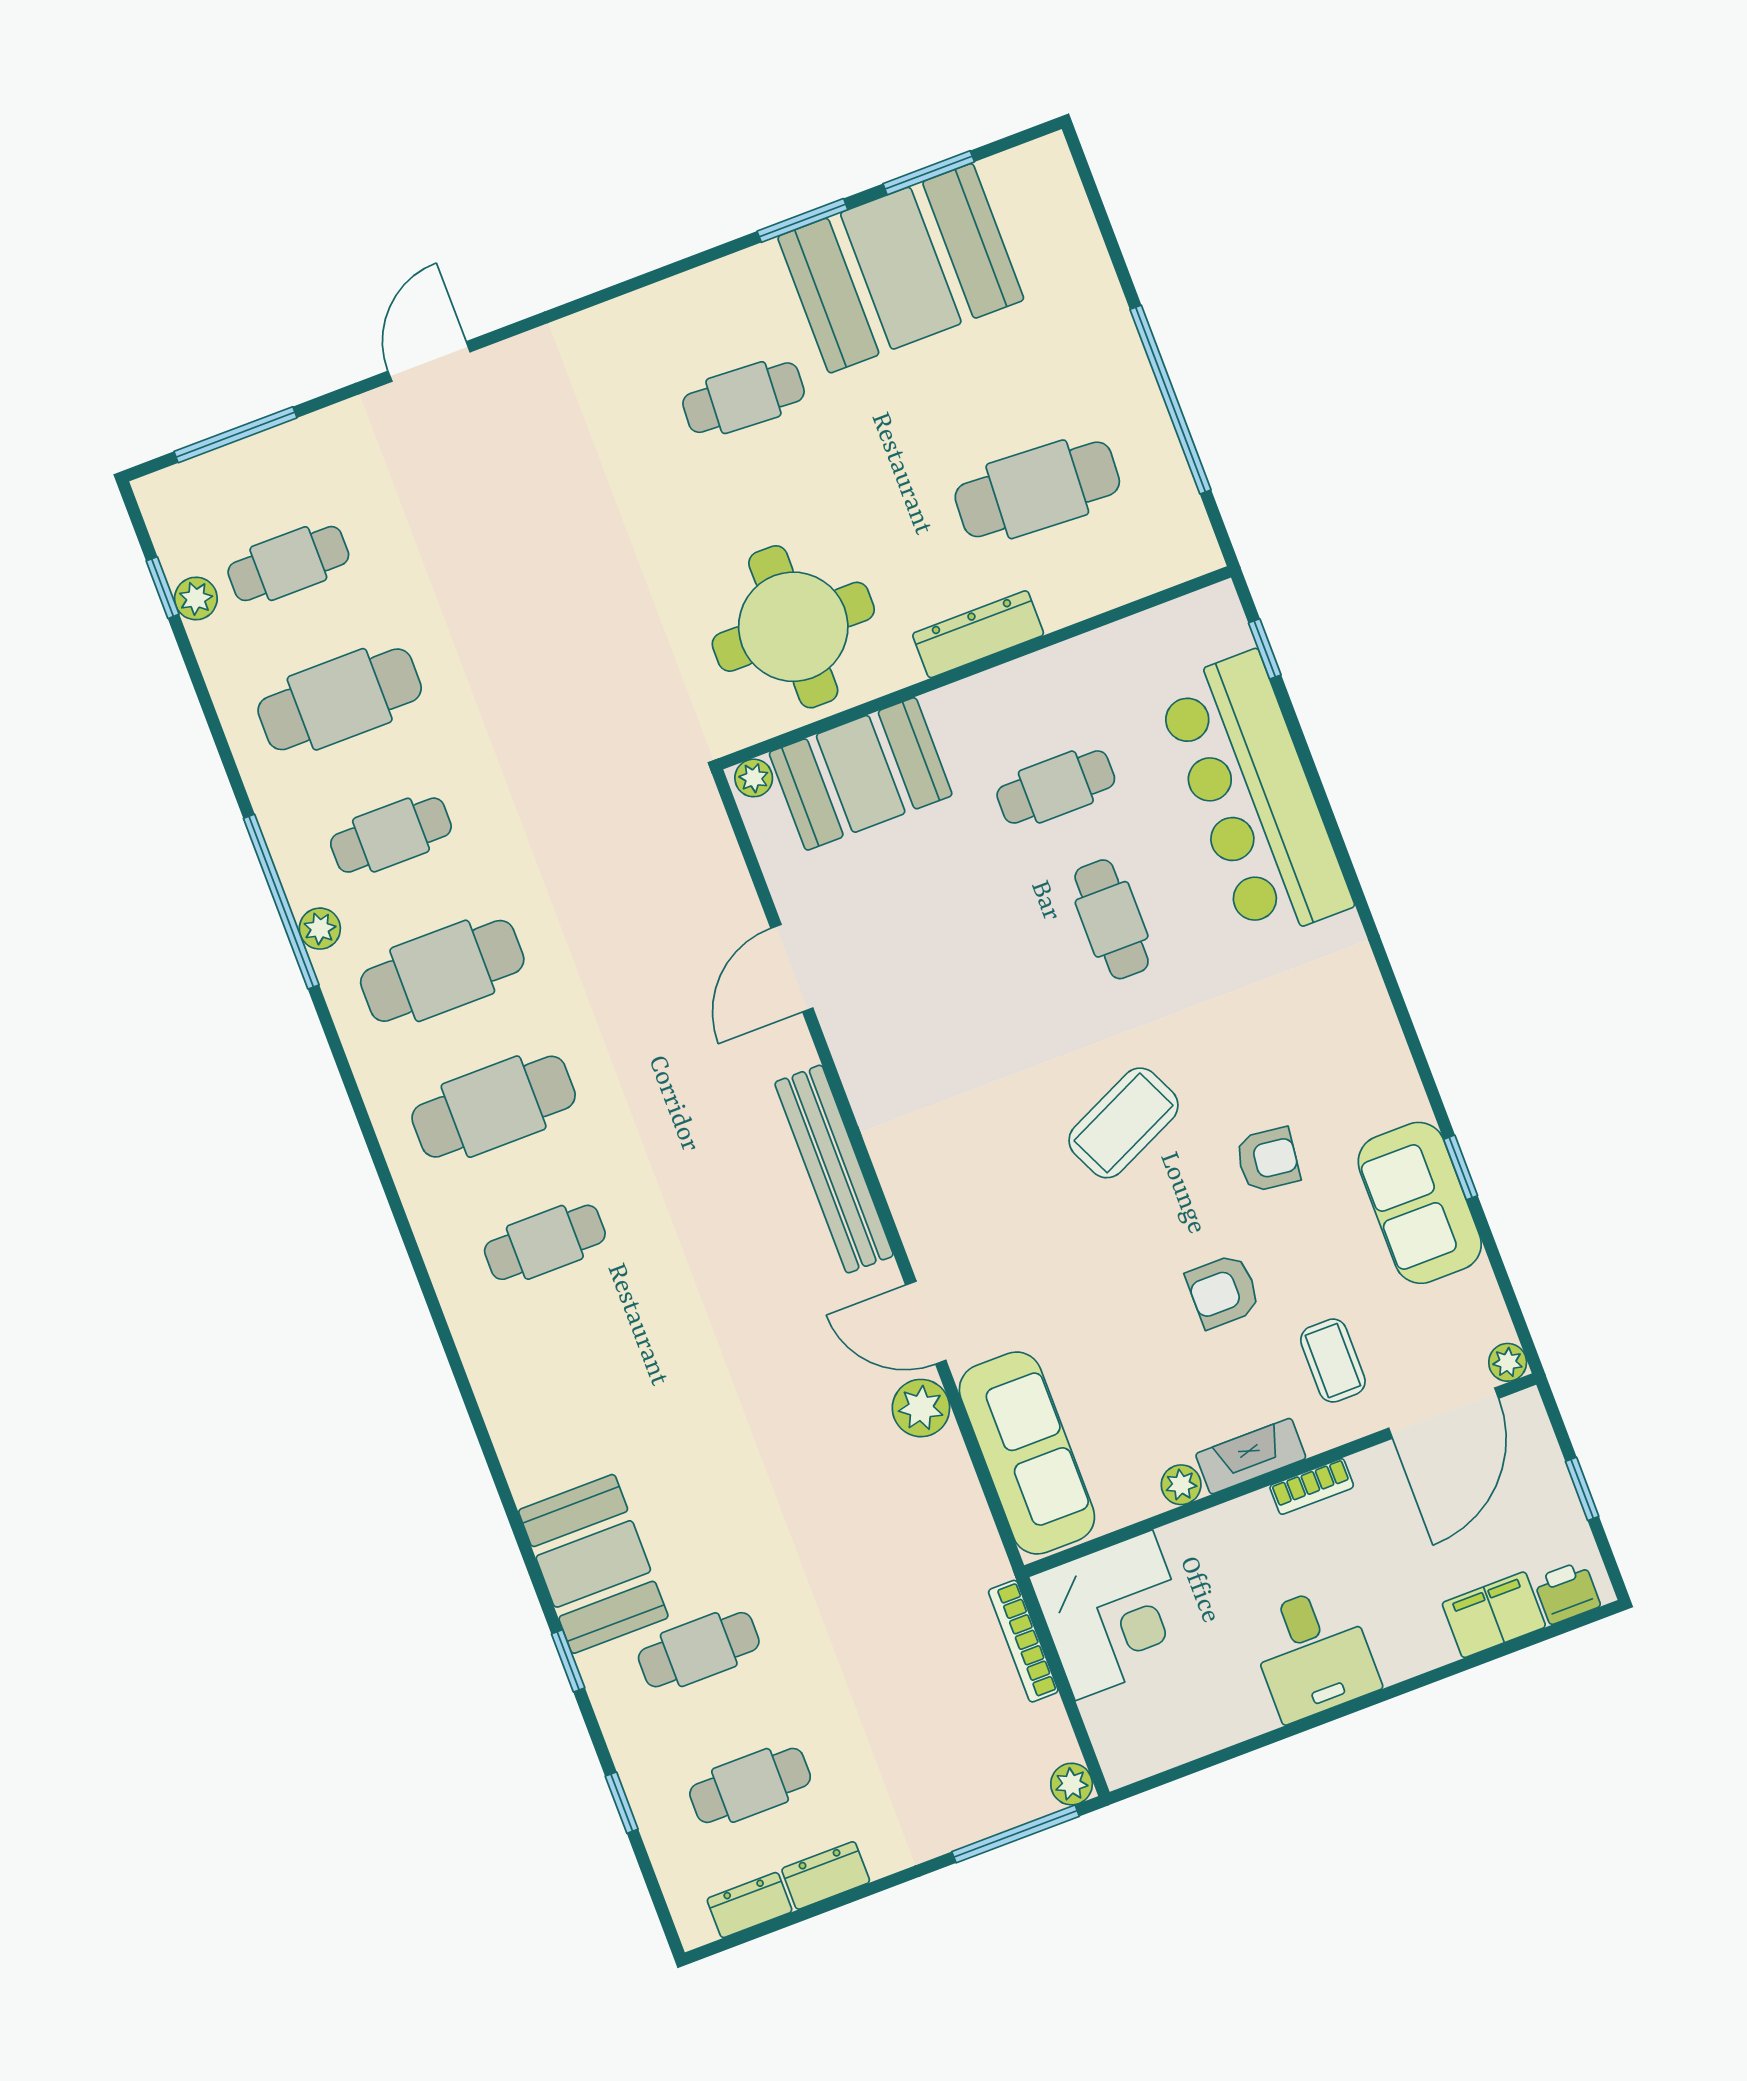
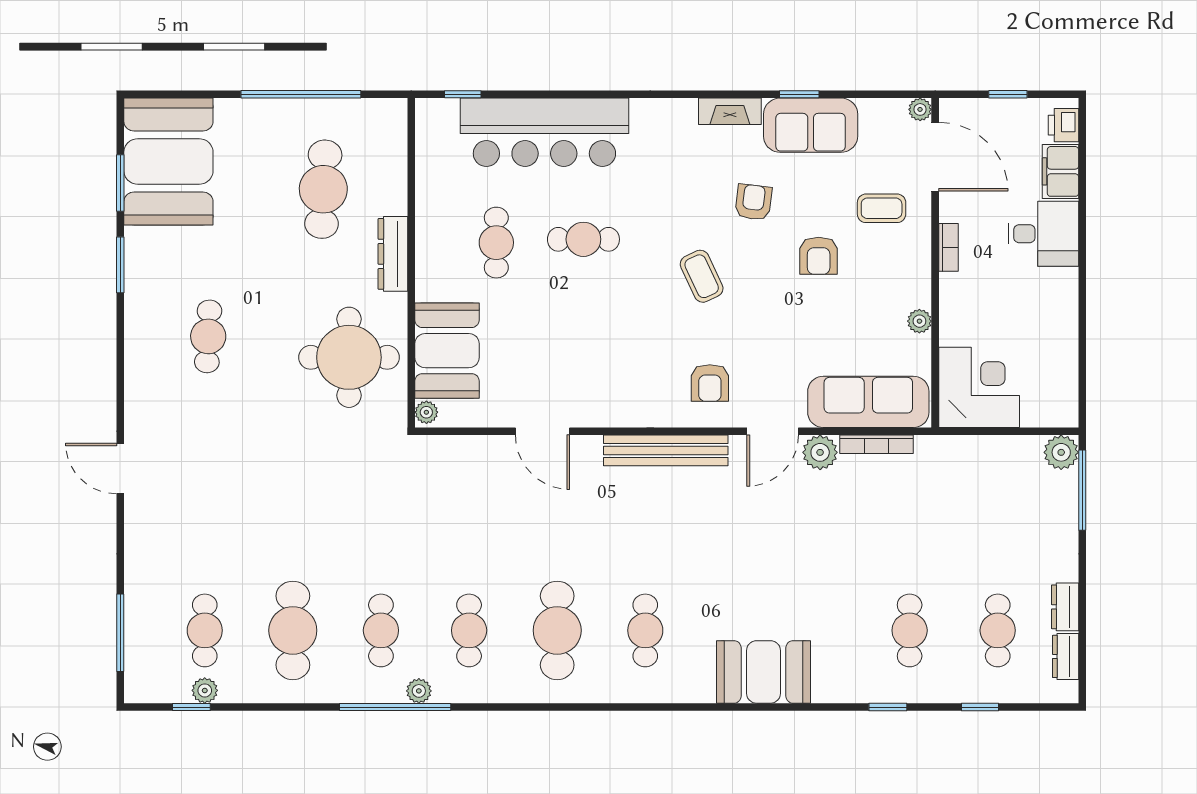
booth: (901, 268) -> (168, 161), moved
door: (429, 362) -> (120, 468), moved
cafe table: (442, 971) -> (469, 630), width x0.73, depth x0.74
coffee table: (1123, 1123) -> (702, 276), width x0.73, depth x0.77
armchair: (964, 1198) -> (710, 383), added
fireplace: (1251, 1456) -> (730, 111), moved, turned -90
booth: (593, 1564) -> (763, 672), moved
bookcase: (1023, 1641) -> (877, 444), moved
desk: (1313, 1653) -> (1043, 234), moved
plant: (1072, 1784) -> (1061, 452), width x1.38, depth x1.38

